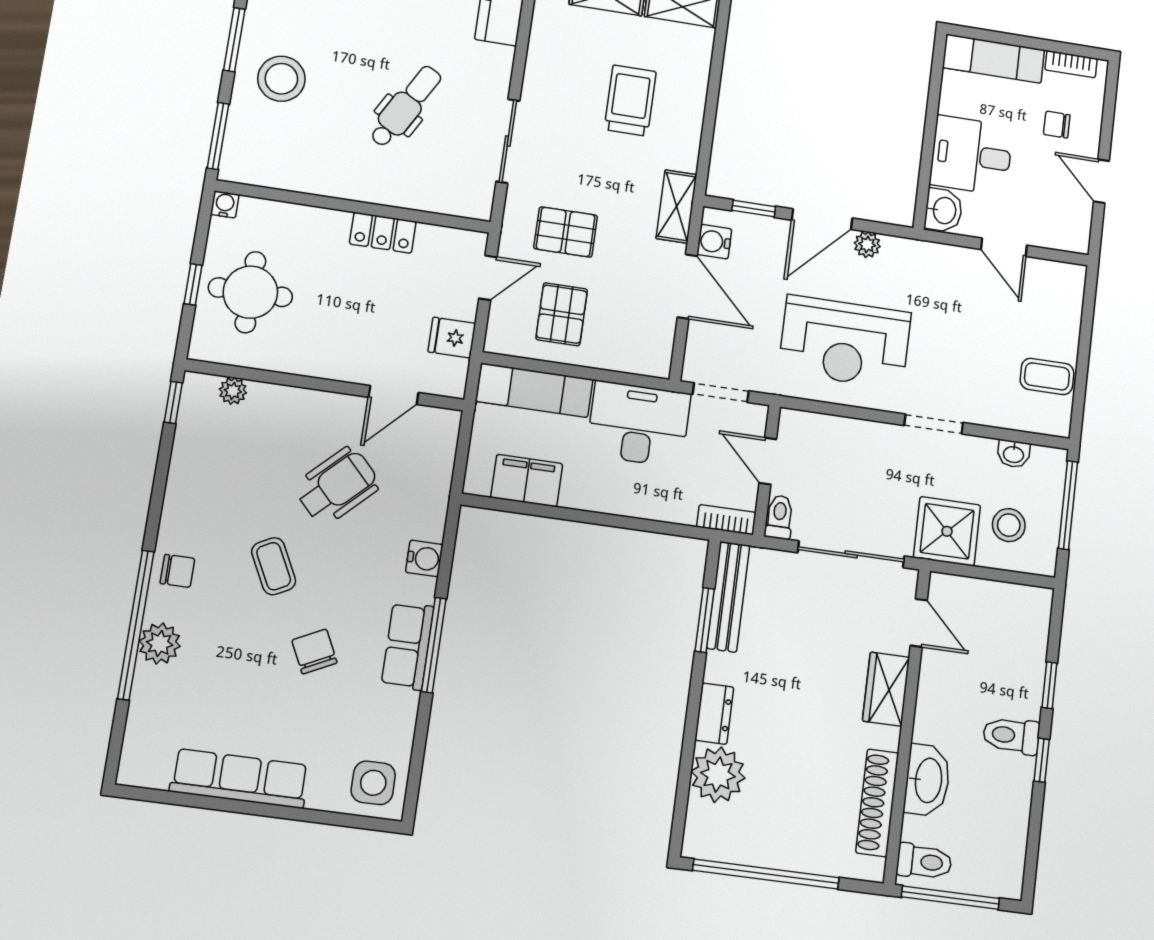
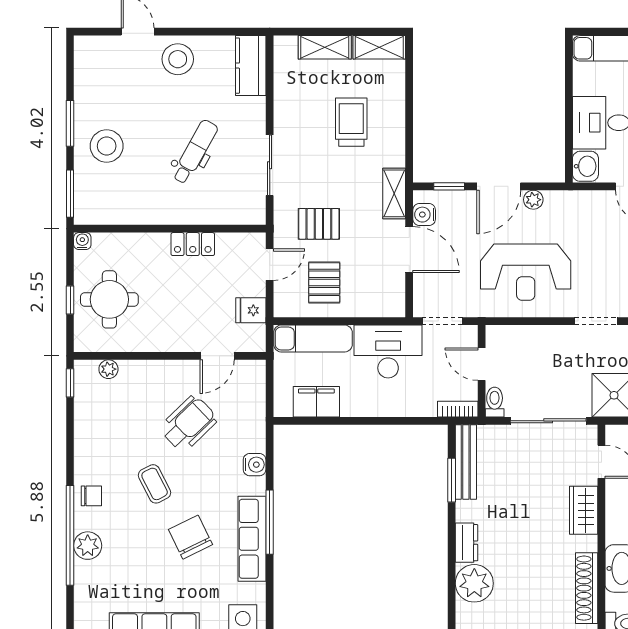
row of seats: (408, 646) -> (252, 539), width x1.48
chair: (314, 652) -> (191, 537), width x1.37, depth x1.37

